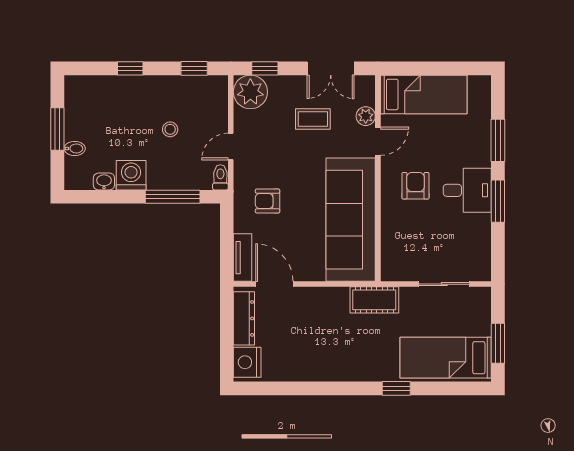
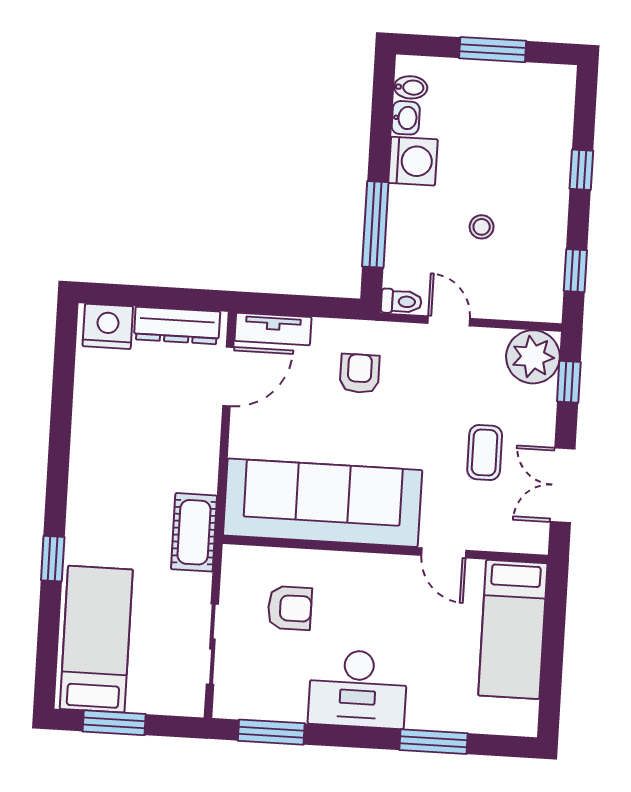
plant: (366, 116) -> (484, 536), removed
bidet: (75, 148) -> (411, 87), moved, turned -90
armchair: (415, 186) -> (290, 608), moved
desk: (467, 190) -> (358, 689), width x1.37
window: (498, 201) -> (271, 732), moved

